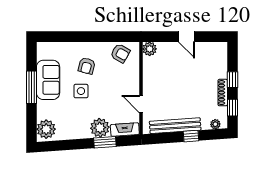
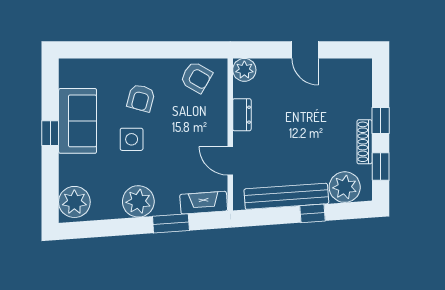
dresser: (148, 76) -> (242, 115), added
window: (31, 87) -> (50, 133), width x0.46
plant: (215, 124) -> (345, 187), width x1.87, depth x1.87
plant: (100, 128) -> (138, 201), moved

